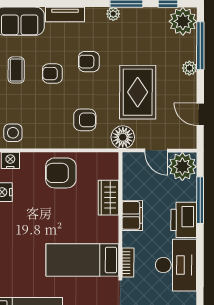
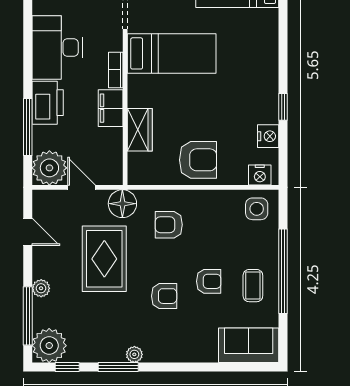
tv unit: (65, 14) -> (193, 354), removed
bookcase: (128, 262) -> (116, 70), moved

